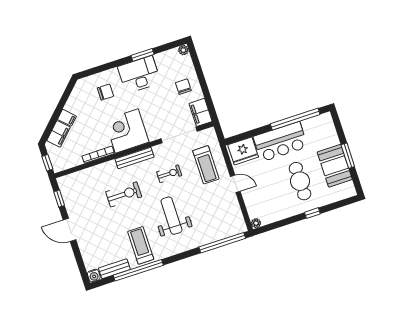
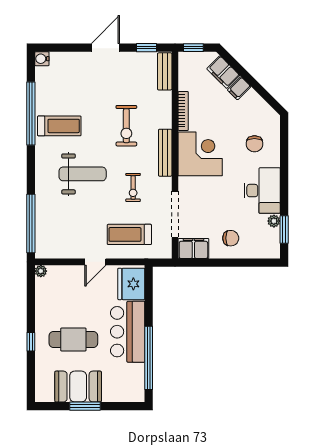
plant: (183, 50) -> (274, 221), moved
window: (142, 55) -> (284, 230), moved
bench: (114, 269) -> (165, 71), moved

